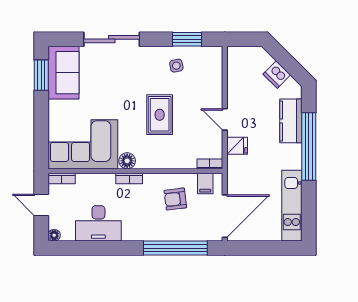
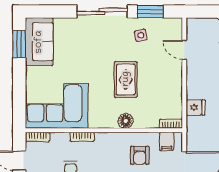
sliding door: (112, 39) -> (102, 11), moved
door: (225, 119) -> (184, 50), moved
floor lamp: (127, 161) -> (126, 121), moved
bookcase: (129, 179) -> (82, 137), moved
armchair: (175, 199) -> (140, 155), turned -83

